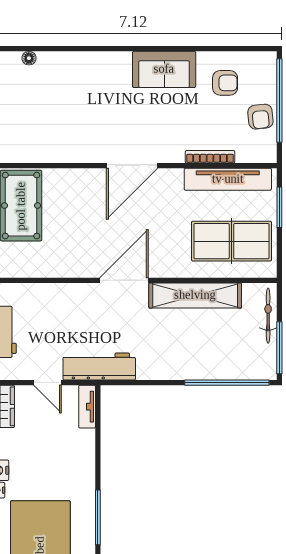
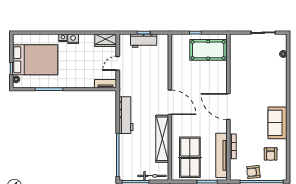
workbench: (99, 367) -> (126, 115), moved

